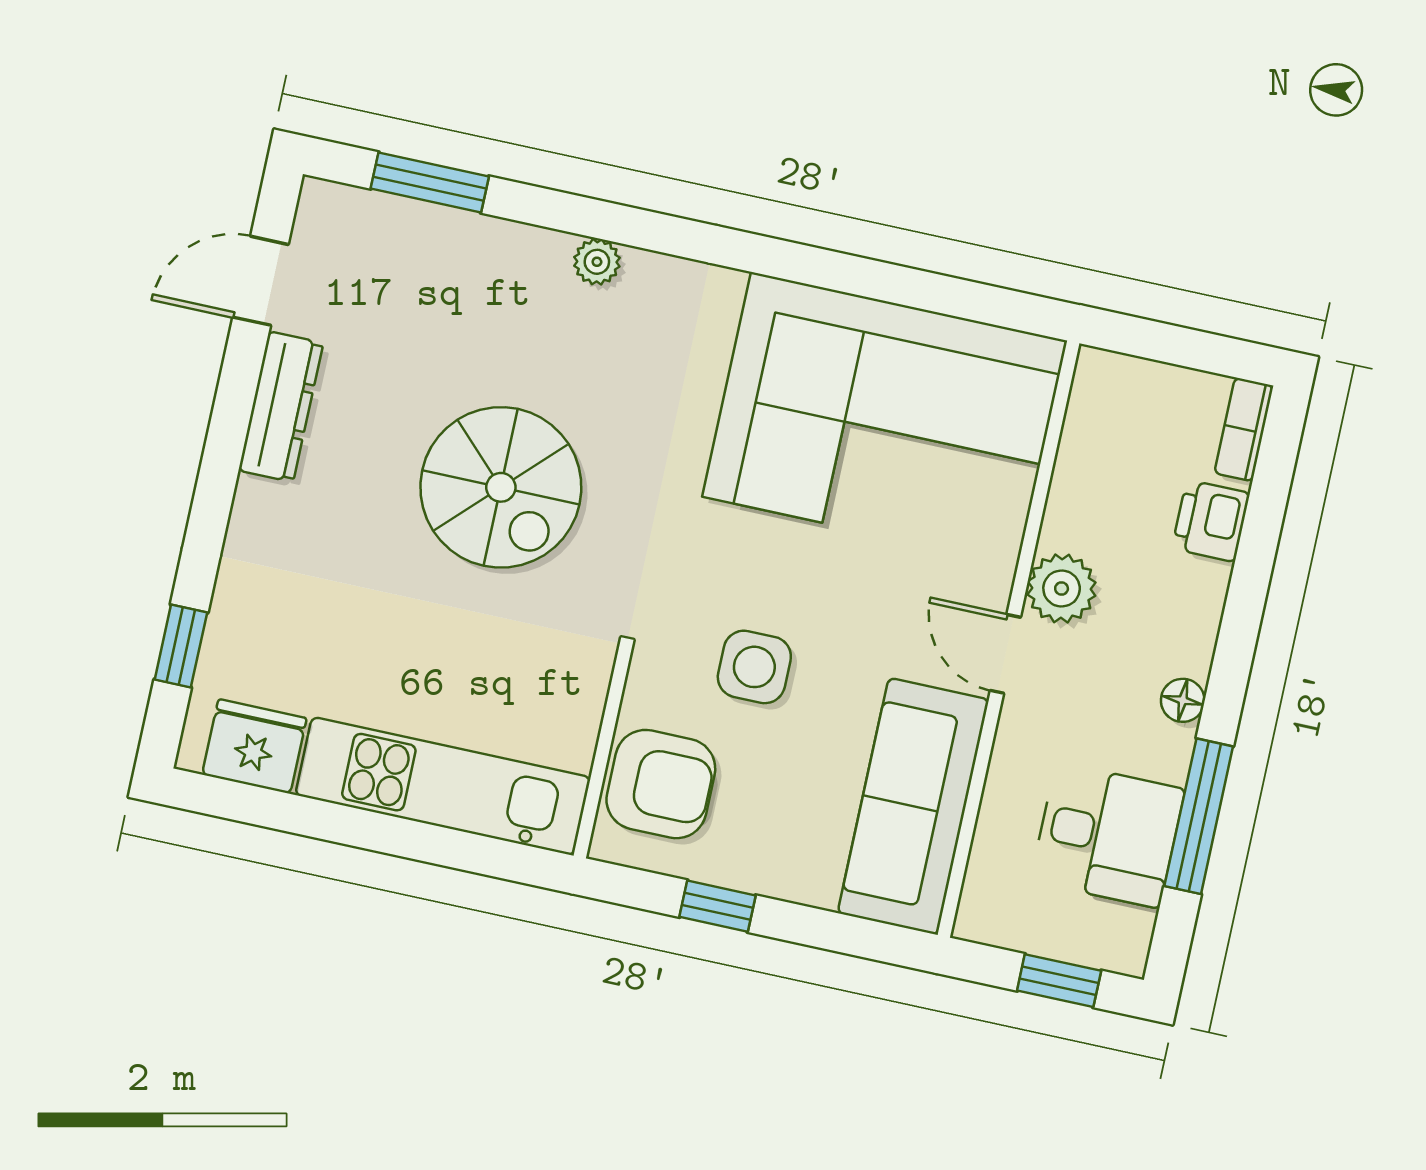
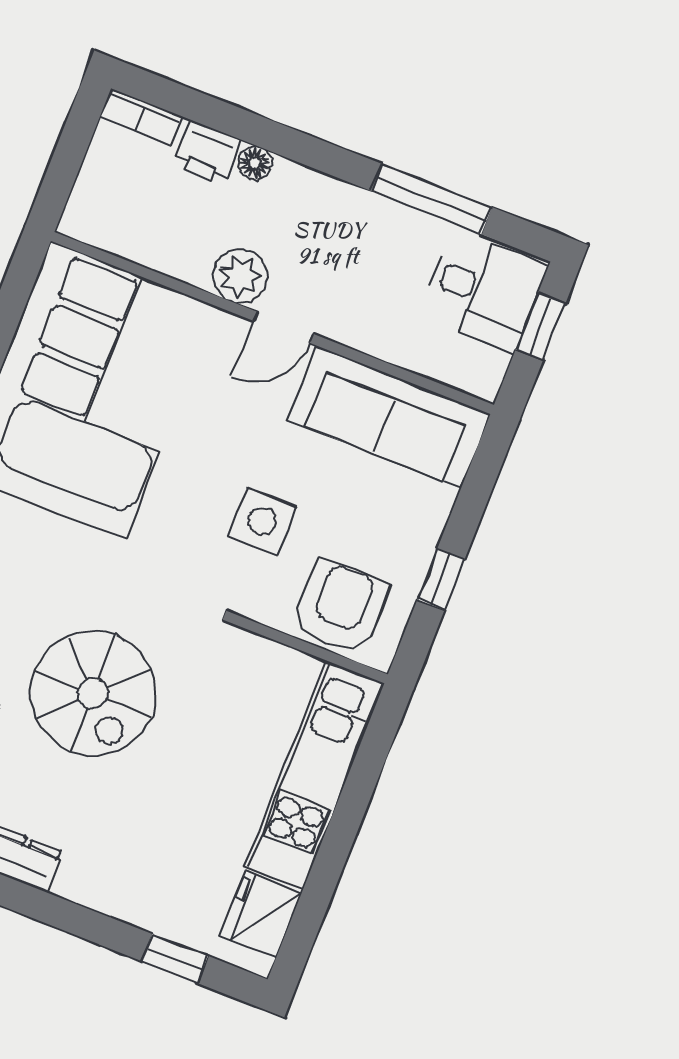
spiral stairs: (501, 487) -> (93, 693), turned 90
floor lamp: (1183, 700) -> (255, 163), moved
desk: (1108, 835) -> (484, 291), moved, turned 90

